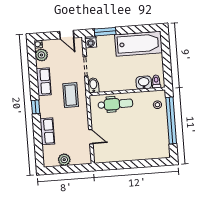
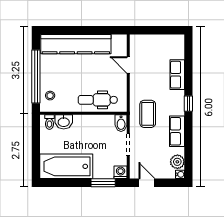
kitchen counter: (138, 152) -> (76, 44), added
plant: (64, 160) -> (160, 41), removed

